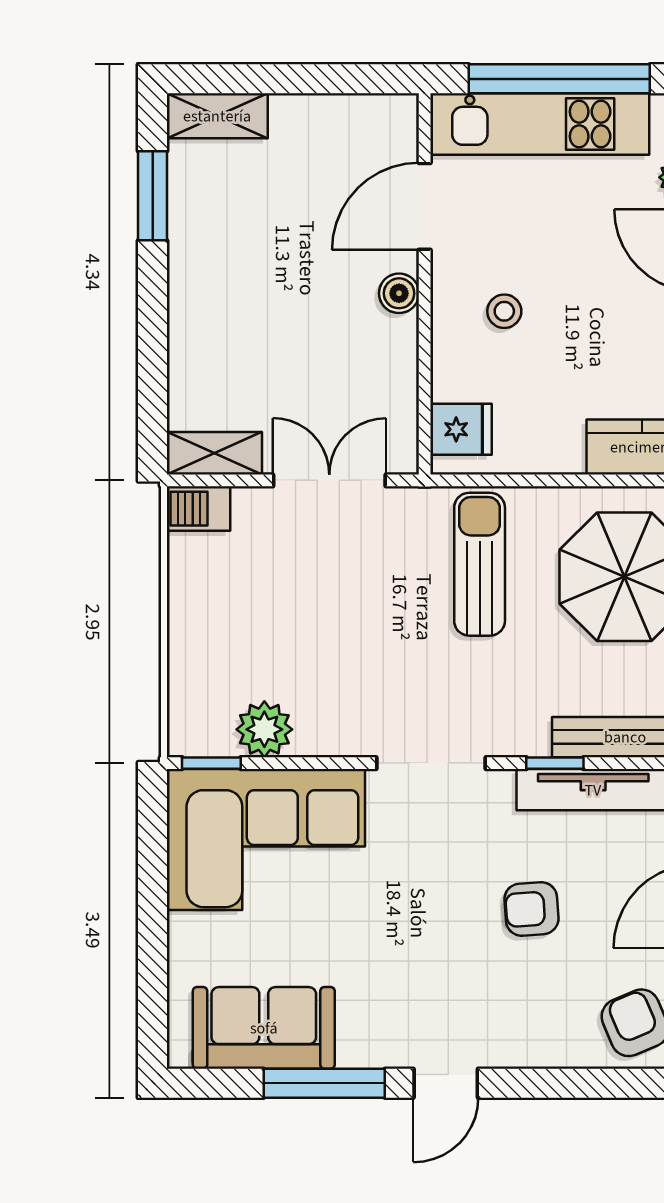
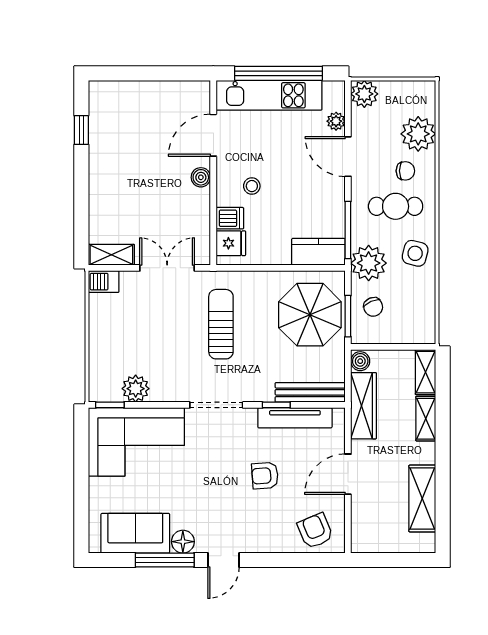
shelving: (217, 116) -> (113, 91), removed
window: (153, 196) -> (81, 130), width x0.67
dishwasher: (459, 378) -> (230, 218), added
sun lounger: (480, 564) -> (221, 324), moved
floor lamp: (362, 1045) -> (183, 542), added

